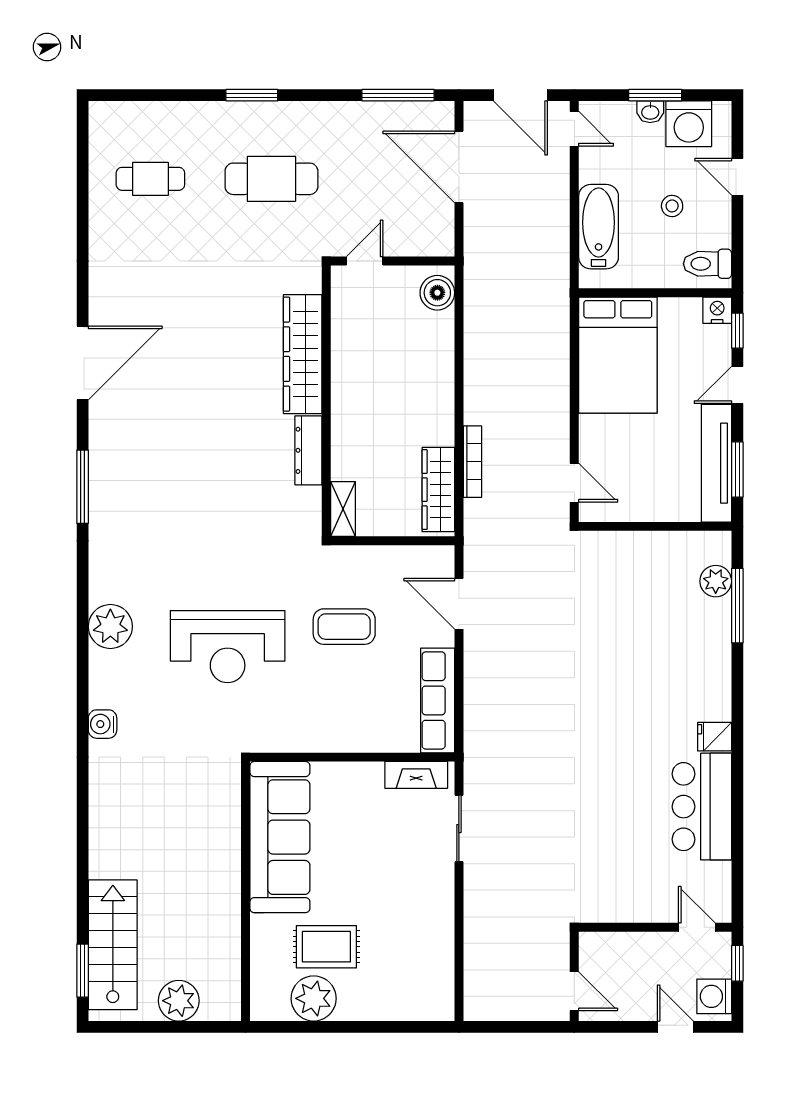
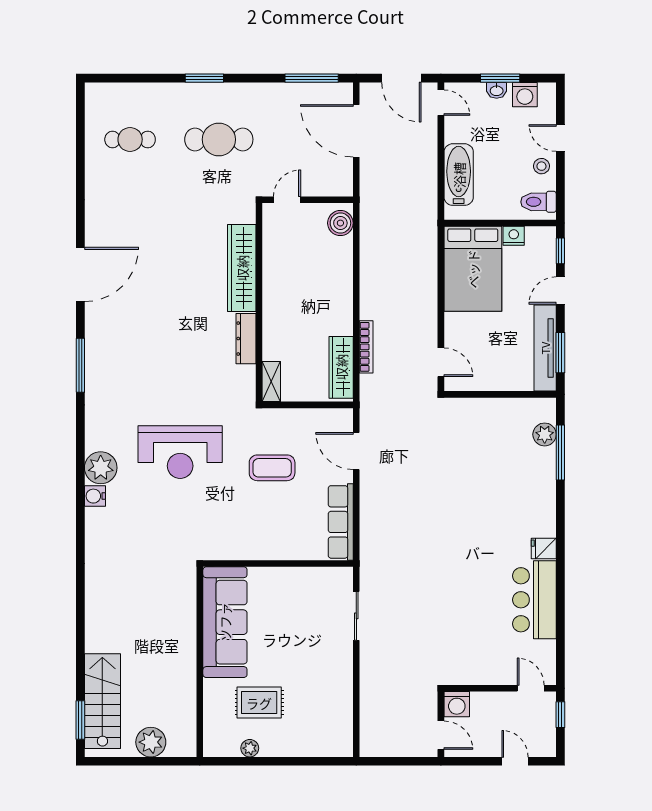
washing machine: (689, 124) -> (525, 95), width x0.73, depth x0.73
stool: (672, 206) -> (541, 166), moved
nightstand: (717, 310) -> (514, 236), moved
reception desk: (228, 647) -> (180, 452), moved
water cooler: (103, 724) -> (95, 496), moved
fireplace: (416, 775) -> (325, 577), removed
washing machine: (714, 996) -> (457, 704), moved, turned -90
plant: (314, 998) -> (250, 748), width x0.53, depth x0.53

